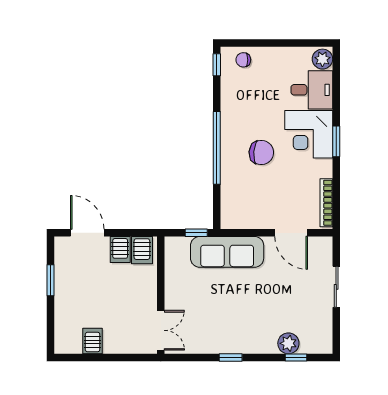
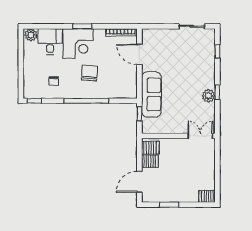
chair: (243, 60) -> (54, 81), moved
door: (291, 233) -> (139, 54), swing flipped
sliding door: (336, 287) -> (192, 26), moved
server rack: (93, 341) -> (207, 196), moved
plant: (288, 343) -> (209, 96), moved

